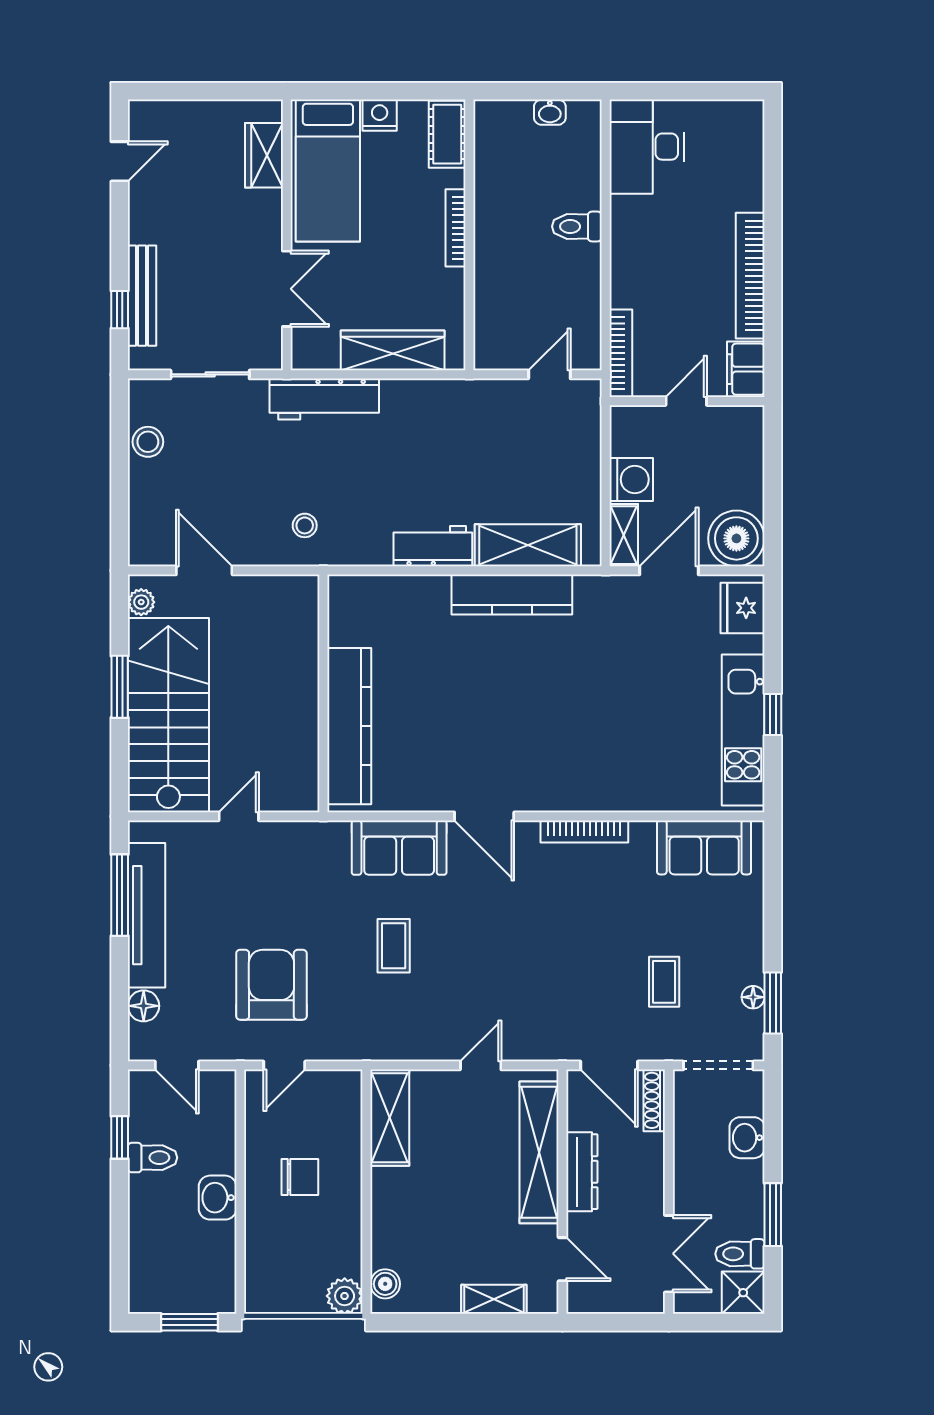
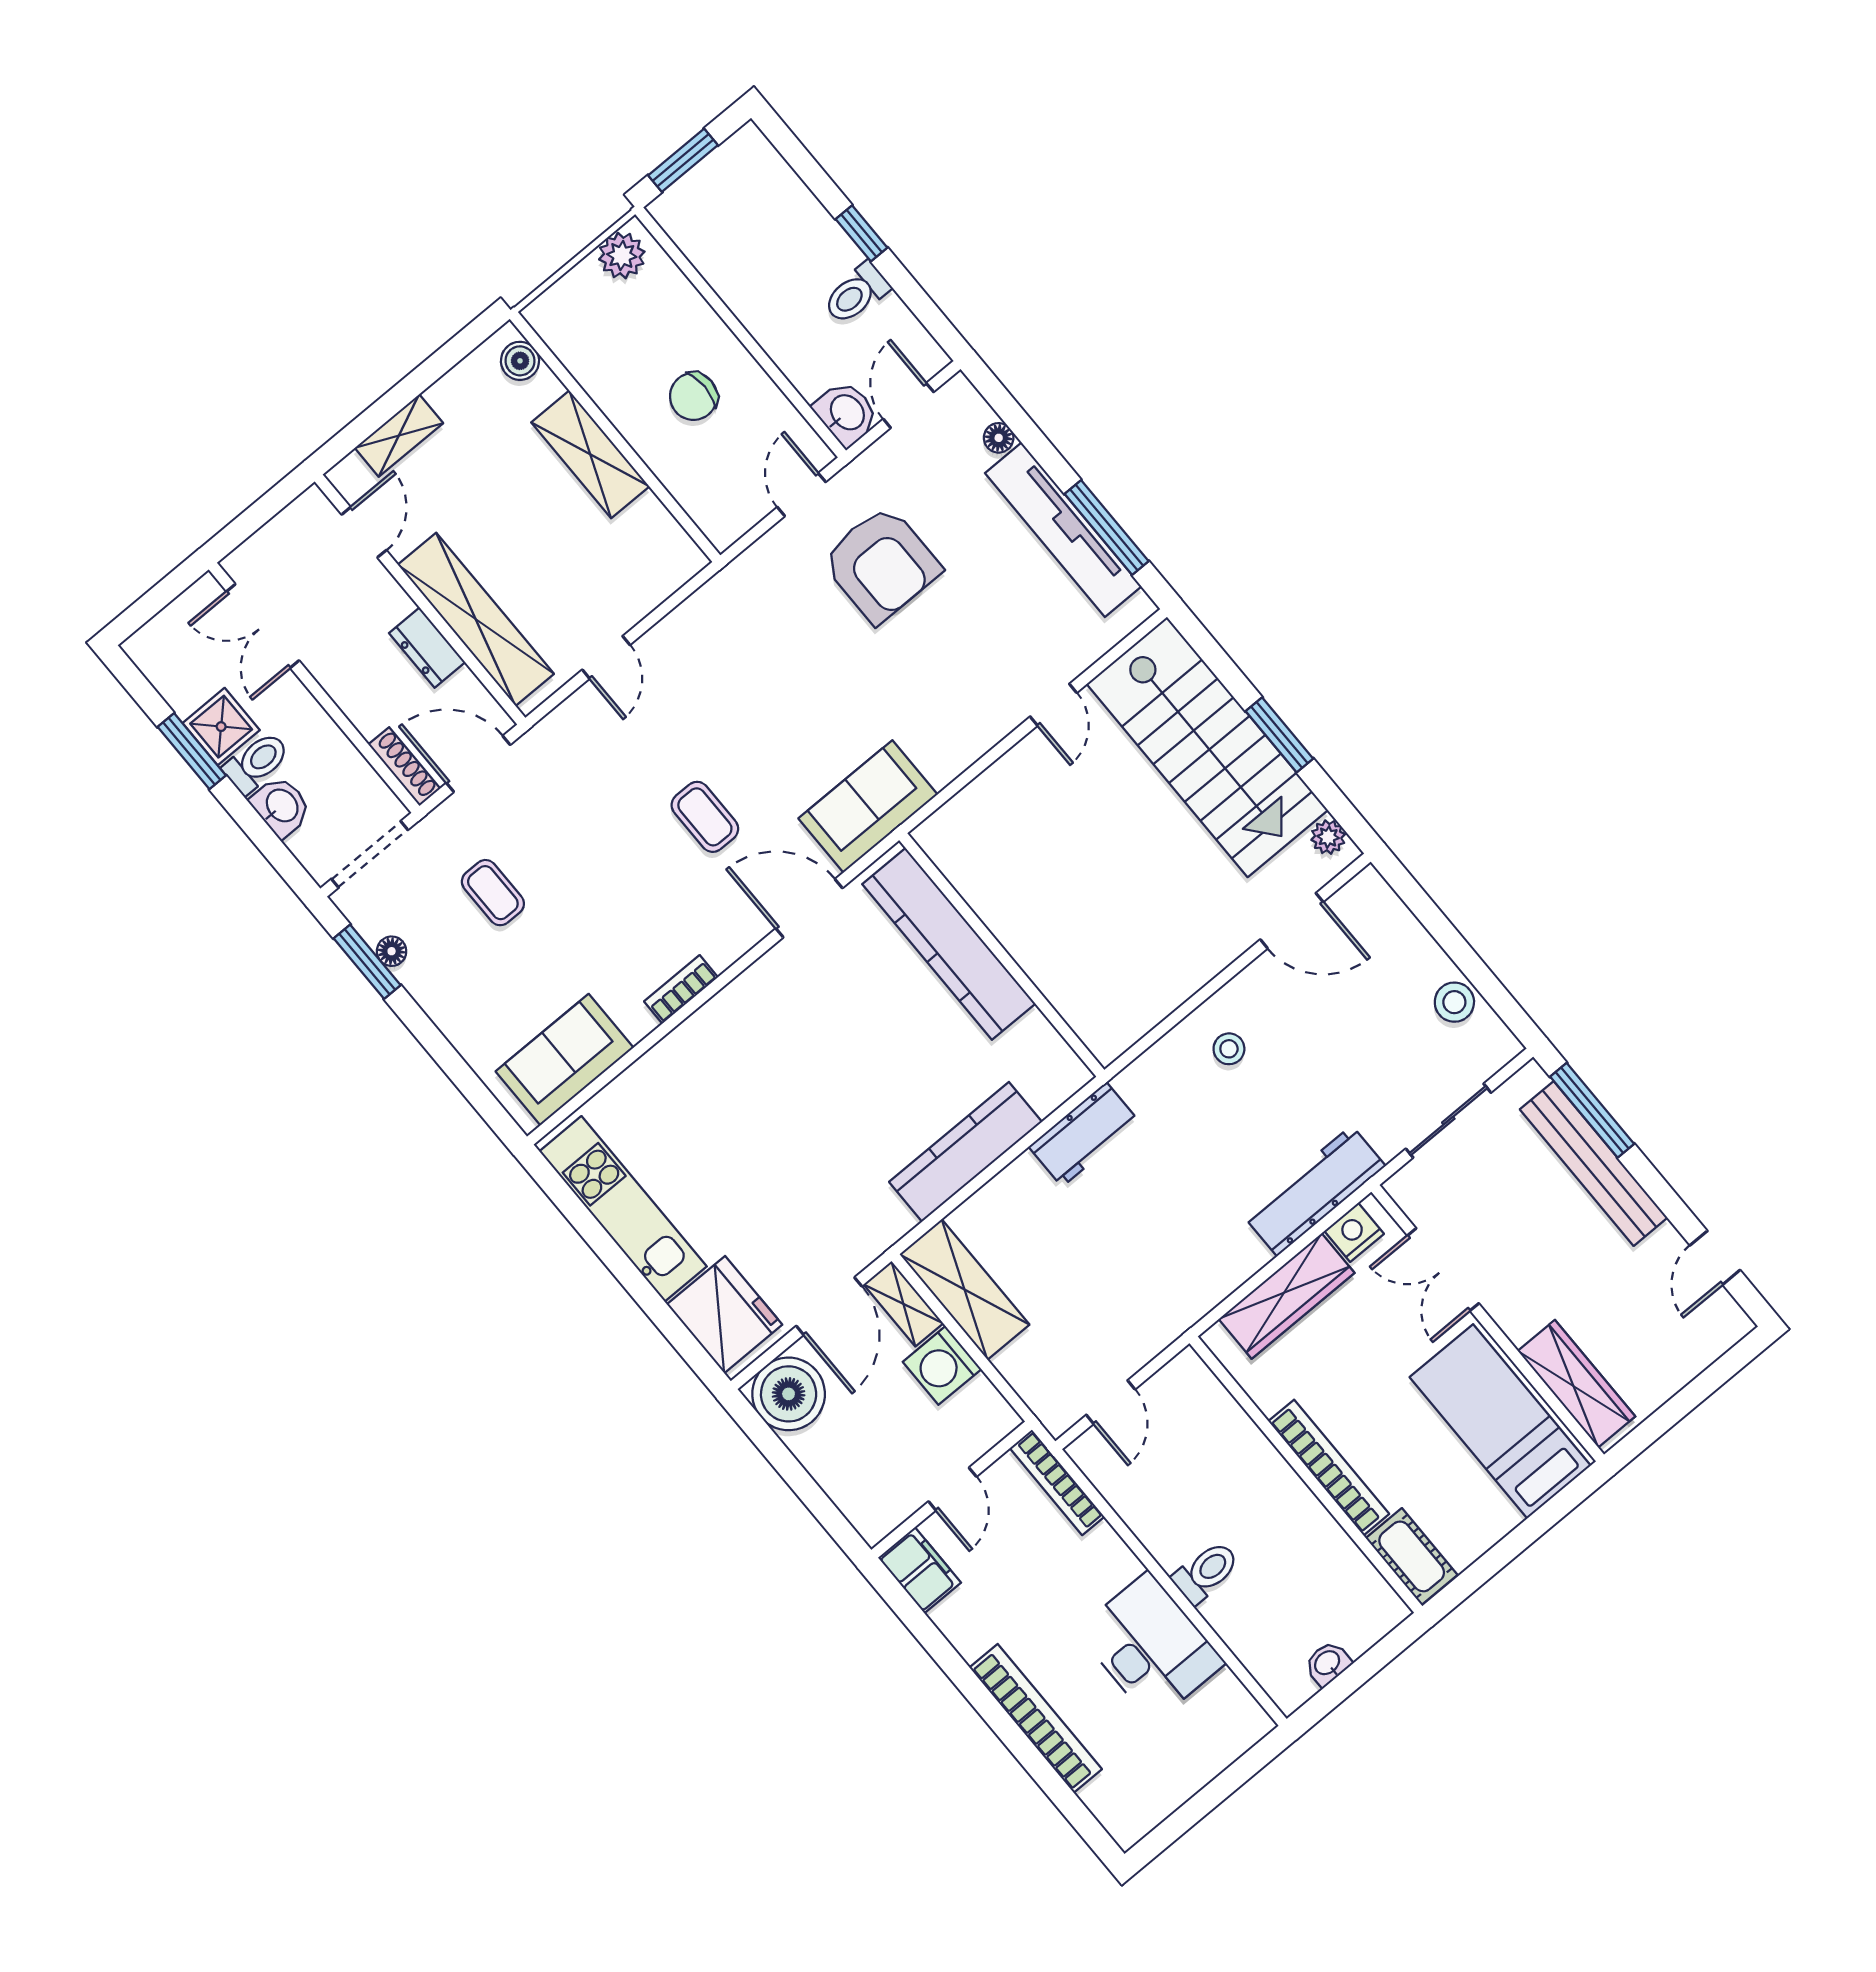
nightstand: (380, 115) -> (1354, 1232), moved, turned 180
desk: (647, 147) -> (1151, 1647), moved
wardrobe: (264, 155) -> (1577, 1384), width x1.50
bookcase: (456, 228) -> (1329, 1468), width x1.48, depth x1.31
bookcase: (750, 276) -> (1036, 1718), moved
bench: (142, 296) -> (1594, 1164), width x1.37, depth x1.21
window: (120, 310) -> (1592, 1110), width x2.17
shelving: (528, 545) -> (964, 1289), moved, turned 90
fridge: (743, 608) -> (725, 1315), width x1.36, depth x1.34
wall: (323, 693) -> (1002, 955), moved
window: (773, 715) -> (606, 1249), removed
kitchen counter: (349, 726) -> (949, 944), moved
bookcase: (584, 831) -> (681, 989), width x0.64
coffee table: (394, 946) -> (705, 817), moved
floor lamp: (144, 1006) -> (999, 438), width x0.73, depth x0.73
door: (177, 1065) -> (908, 405), hinge flipped
shelving: (390, 1118) -> (590, 454), moved
window: (120, 1137) -> (861, 233), moved
dresser: (582, 1172) -> (427, 648), width x0.70
washbasin: (218, 1198) -> (846, 413), moved
toilet: (740, 1254) -> (257, 763), moved
door: (562, 1259) -> (364, 532), swing flipped
shower: (743, 1293) -> (221, 727), moved
plant: (345, 1296) -> (622, 256), moved

